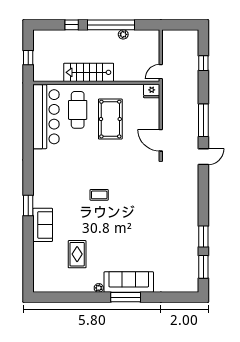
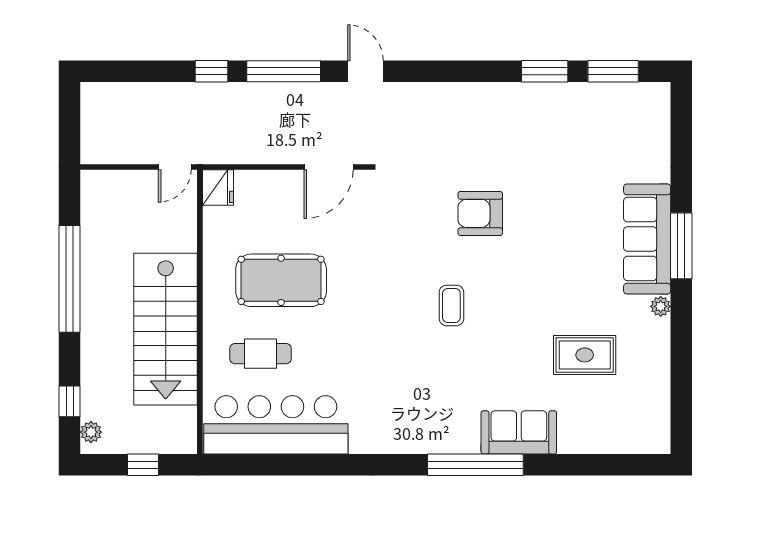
window: (72, 25) -> (70, 401), moved
plant: (123, 34) -> (91, 432), moved
window: (203, 63) -> (211, 71), moved
stairs: (89, 72) -> (166, 329), width x1.36, depth x1.51
door: (161, 72) -> (175, 167), hinge flipped
cafe table: (78, 110) -> (260, 354), width x0.73, depth x0.74
window: (28, 206) -> (475, 465), width x2.11
armchair: (140, 208) -> (480, 213), added

